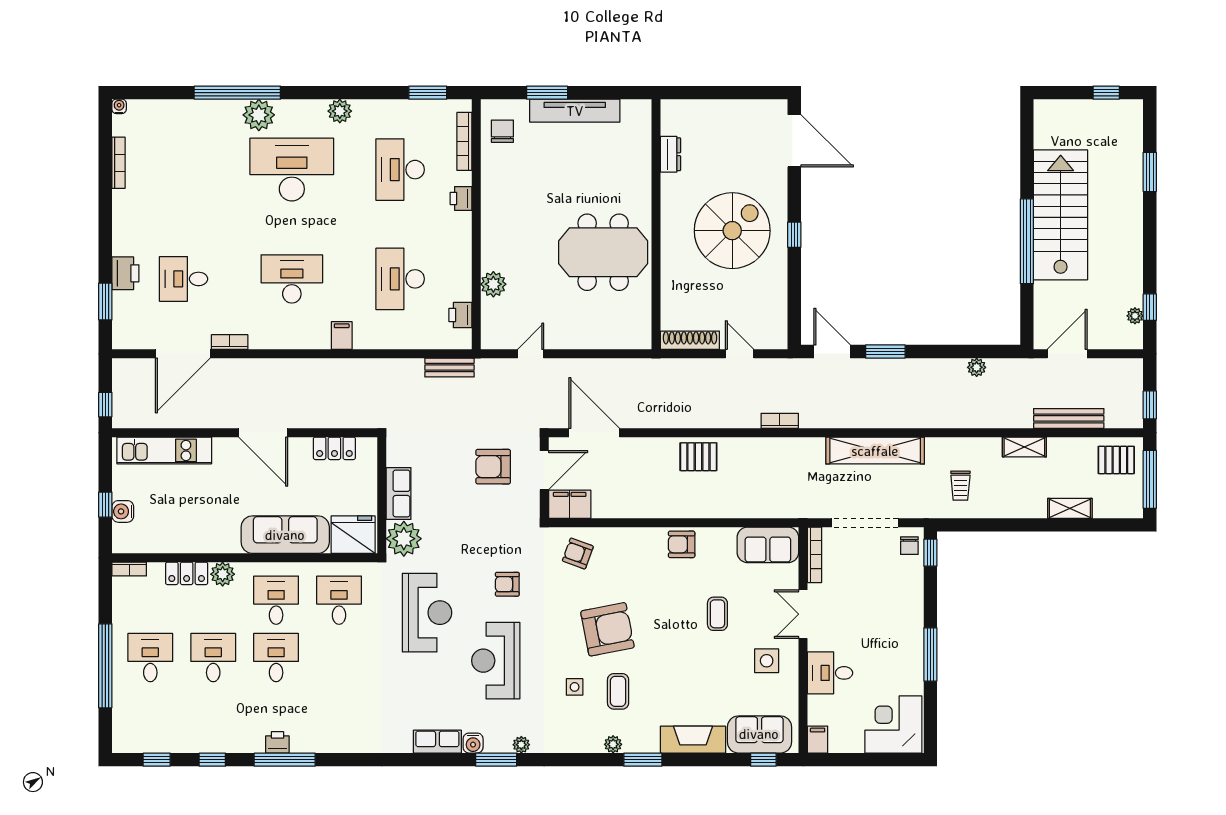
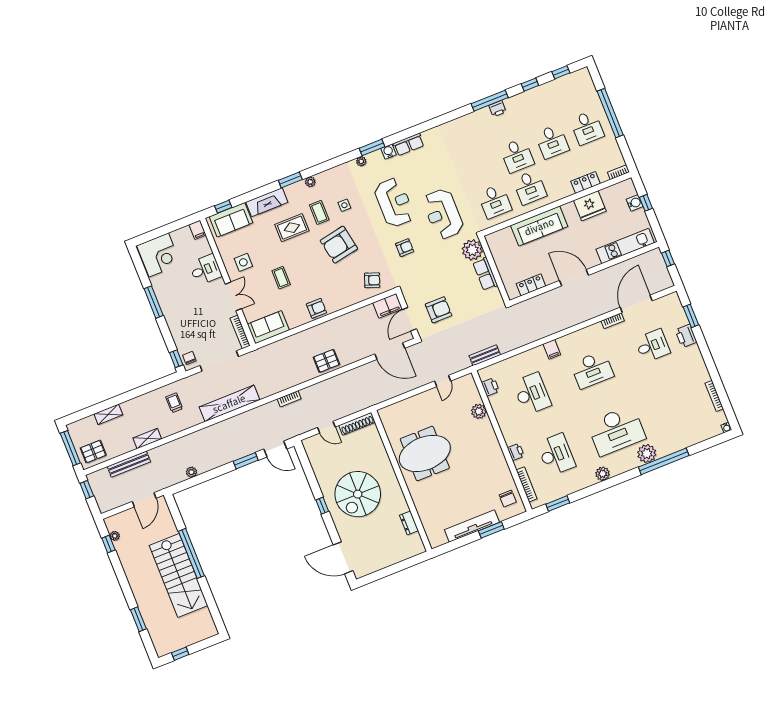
fridge: (353, 535) -> (590, 206), moved
plant: (223, 574) -> (565, 190), removed
rug: (670, 685) -> (292, 228), added

